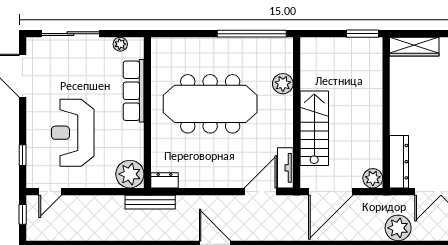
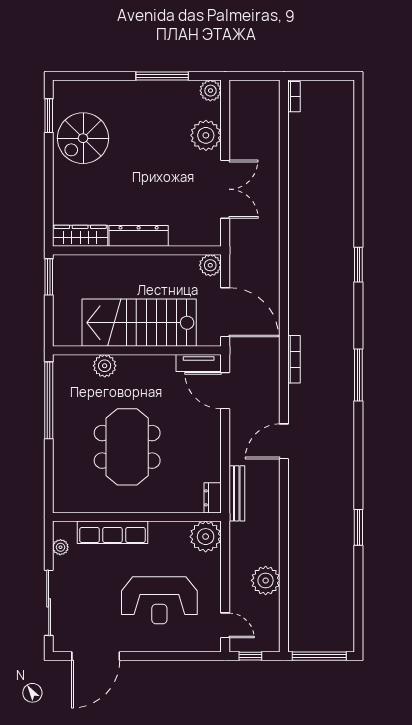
wardrobe: (414, 47) -> (80, 236), moved, turned -90
meeting table: (210, 104) -> (127, 447), width x0.73
stairs: (314, 128) -> (139, 323), width x1.36, depth x1.51
window: (23, 155) -> (184, 656), removed
dresser: (399, 162) -> (139, 236), moved
bench: (150, 202) -> (237, 493), moved
plant: (398, 228) -> (266, 580), moved

